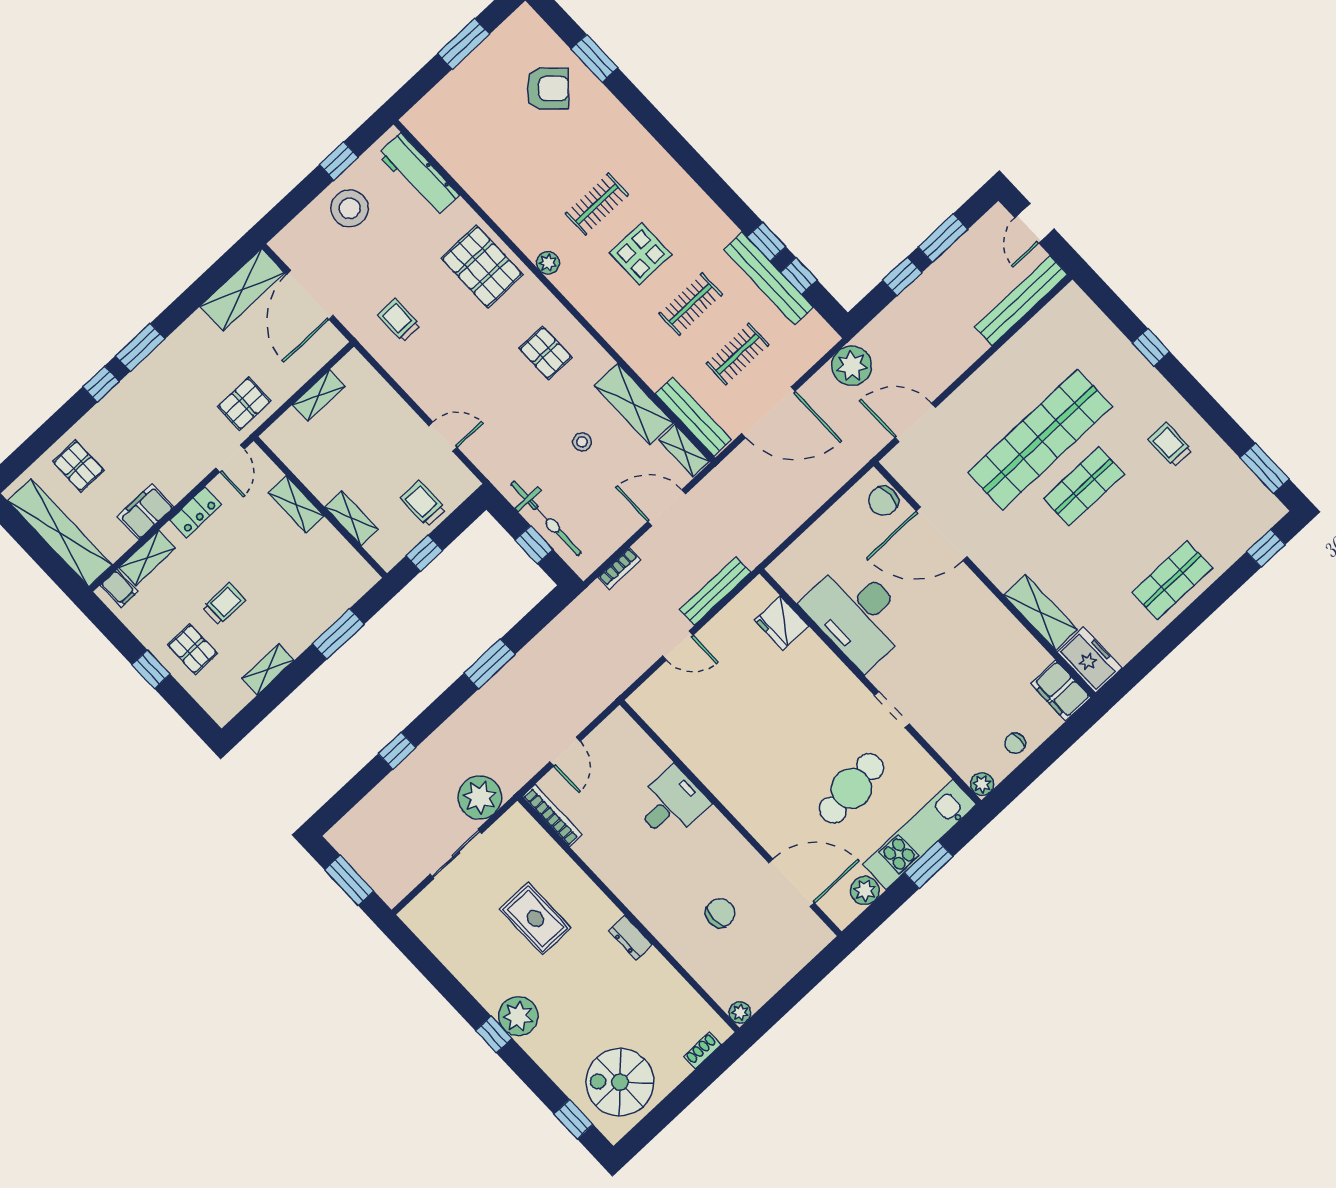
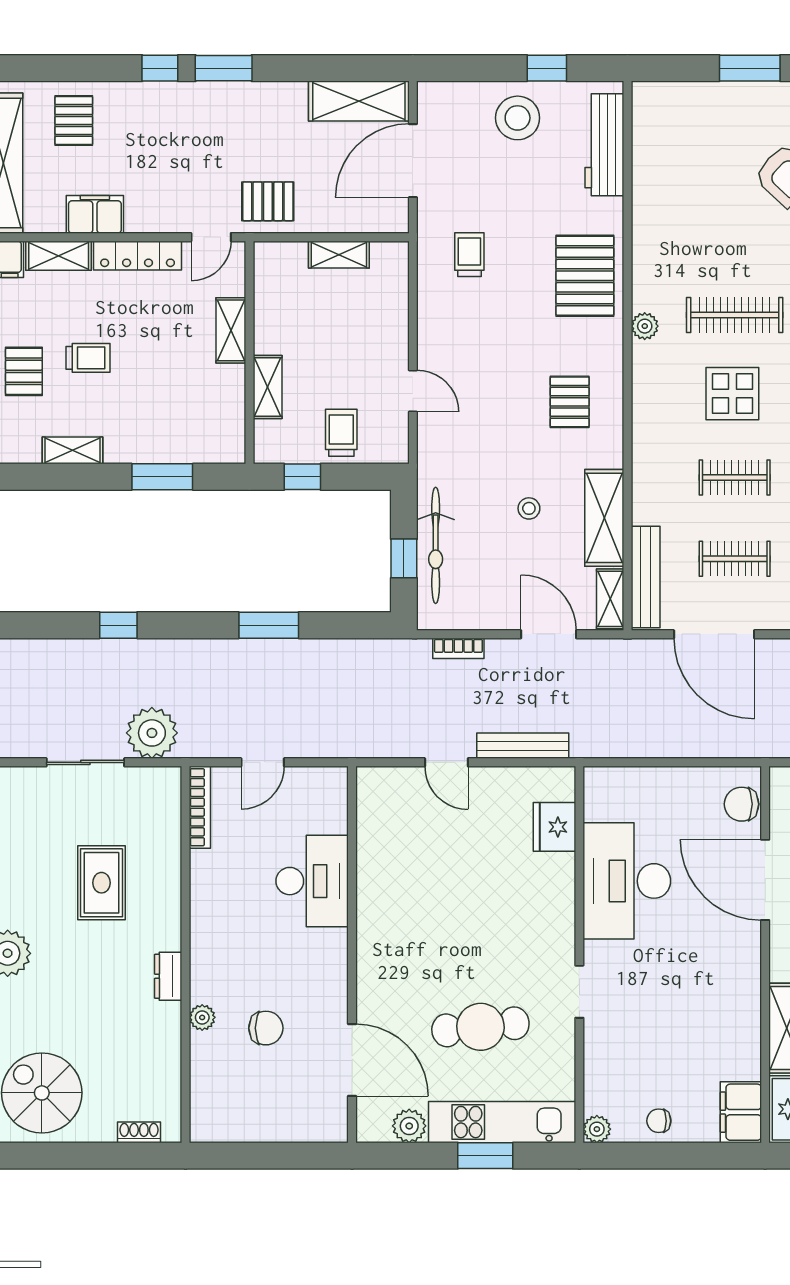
clothes rail: (597, 204) -> (735, 315), width x1.36
locker: (195, 512) -> (138, 256), width x1.53
desk: (671, 804) -> (312, 881), width x1.37
plant: (740, 1012) -> (202, 1017), moved

